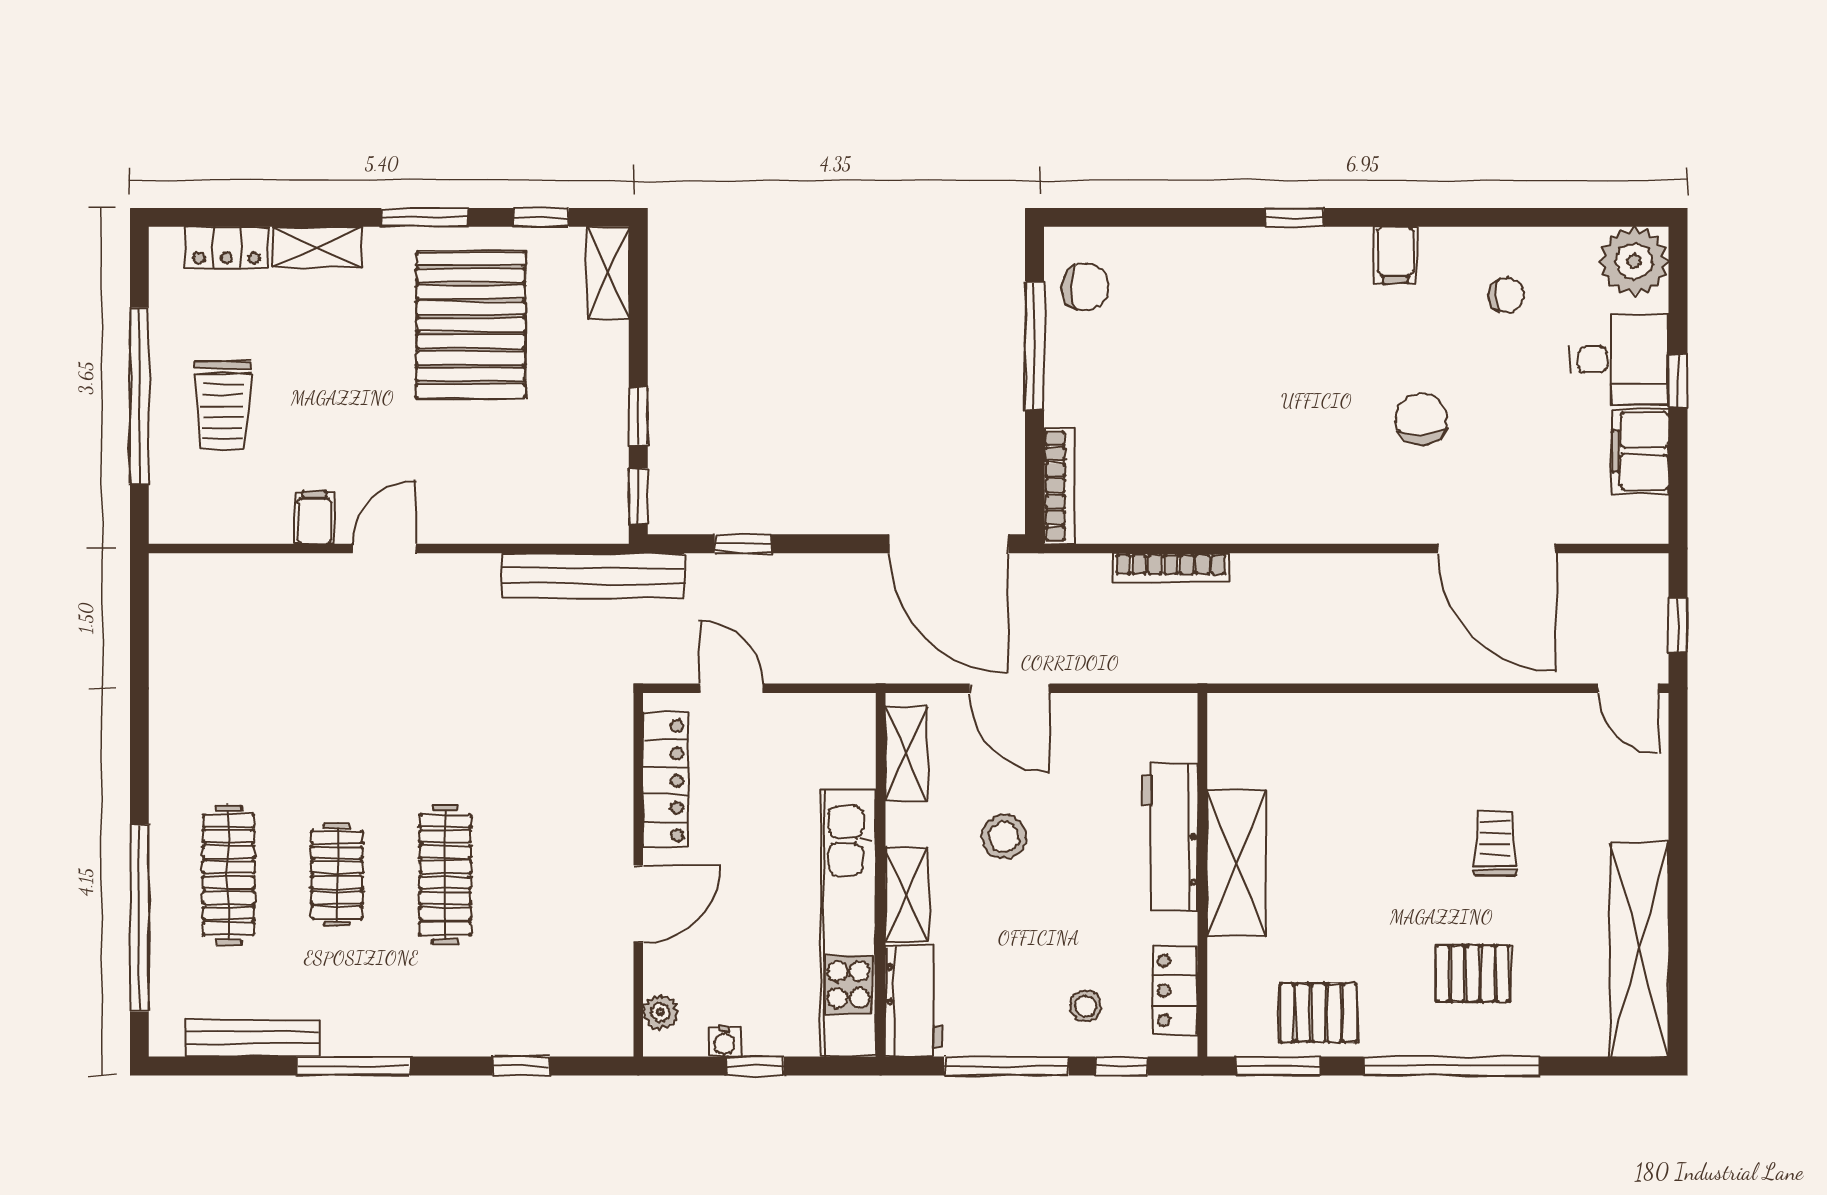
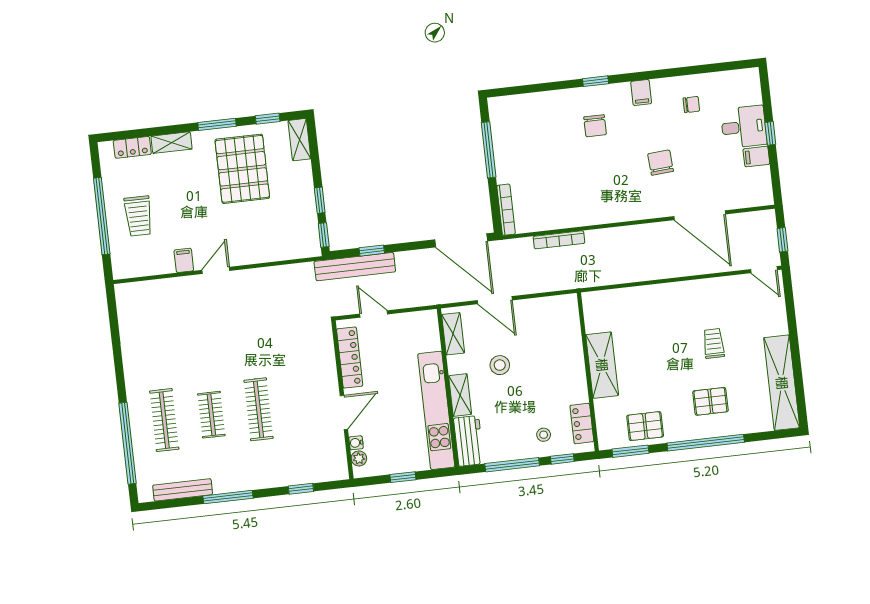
plant: (1634, 261) -> (745, 83), removed
chair: (1086, 287) -> (595, 126), moved, turned 90
filing cabinet: (1640, 451) -> (756, 157), width x0.50
bench: (593, 576) -> (355, 267), moved
workbench: (1170, 837) -> (572, 357), removed
water cooler: (724, 1042) -> (356, 443), moved, turned 90

